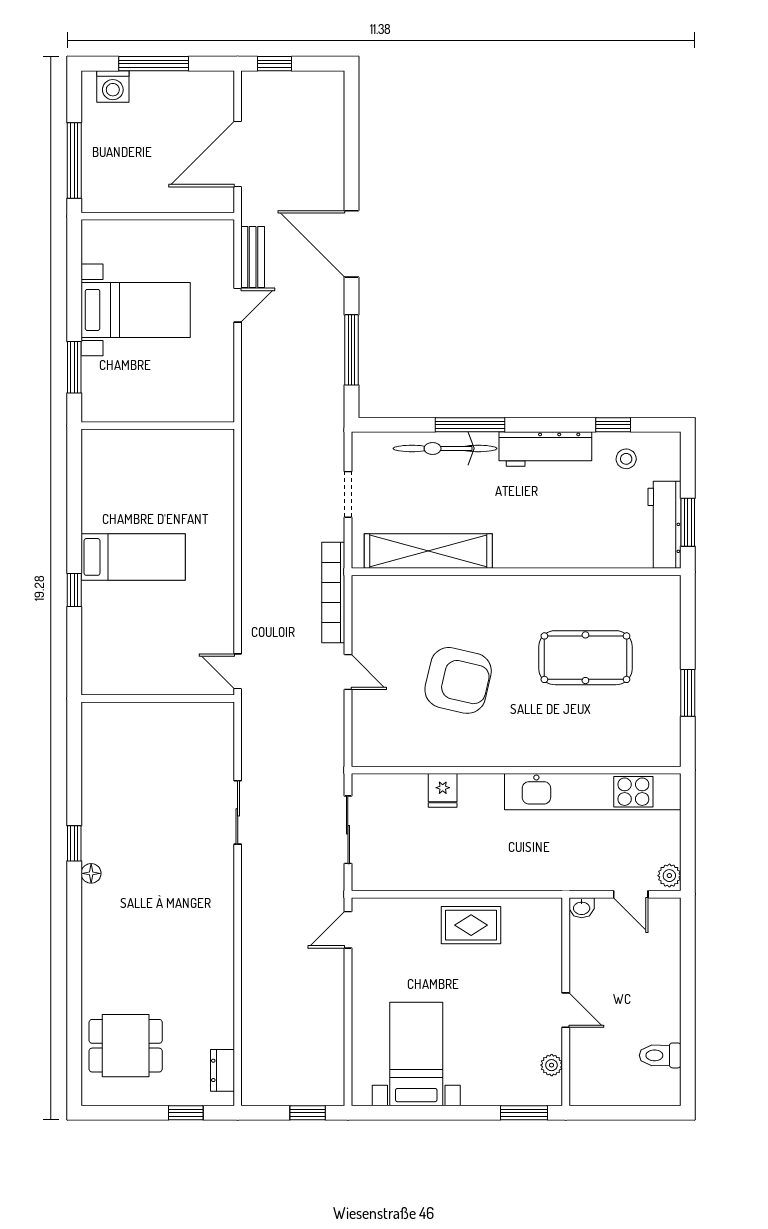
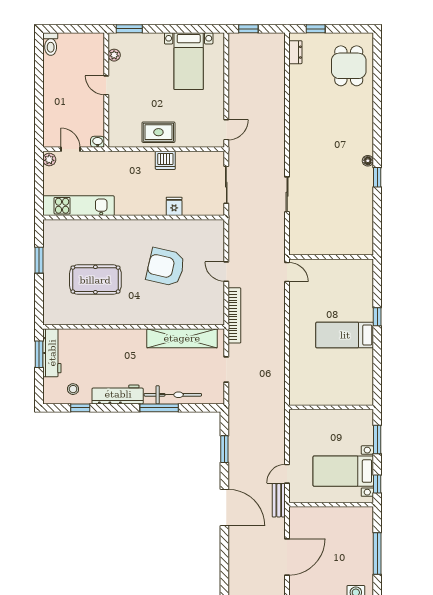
wall: (158, 216) -> (331, 505), moved
window: (74, 287) -> (377, 484), added
window: (352, 350) -> (224, 449), width x0.69
kitchen unit: (593, 792) -> (78, 206), width x0.73
dishwasher: (459, 874) -> (165, 160), added
dining table: (126, 1046) -> (349, 66), turned 90
toilet: (660, 1055) -> (51, 44), moved, turned 90

